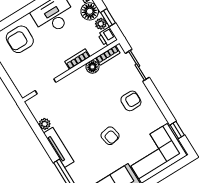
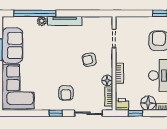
plant: (101, 24) -> (134, 105), removed
plant: (45, 124) -> (42, 21), moved
window: (177, 130) -> (56, 113), moved
armchair: (110, 136) -> (89, 60), moved

